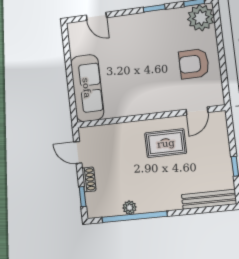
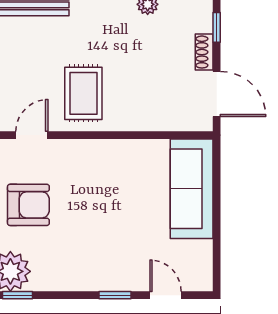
window: (154, 8) -> (115, 295), moved
rug: (166, 143) -> (83, 93), turned 90
door: (78, 153) -> (217, 94), width x1.37

